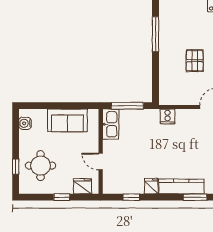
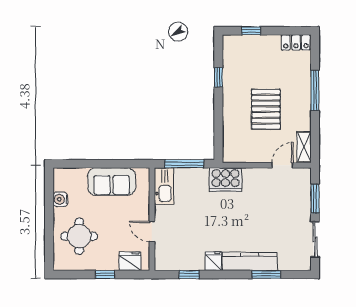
window: (156, 34) -> (218, 77), width x0.46
pallet: (195, 61) -> (266, 109), width x1.50, depth x1.42
cooker: (167, 116) -> (225, 180), width x1.87, depth x1.31
water cooler: (25, 123) -> (60, 199), moved
window: (16, 167) -> (49, 237), removed

